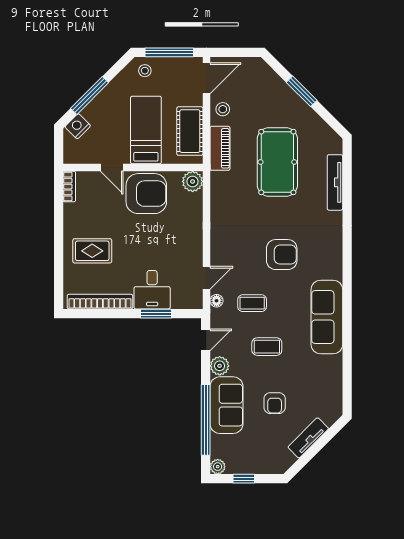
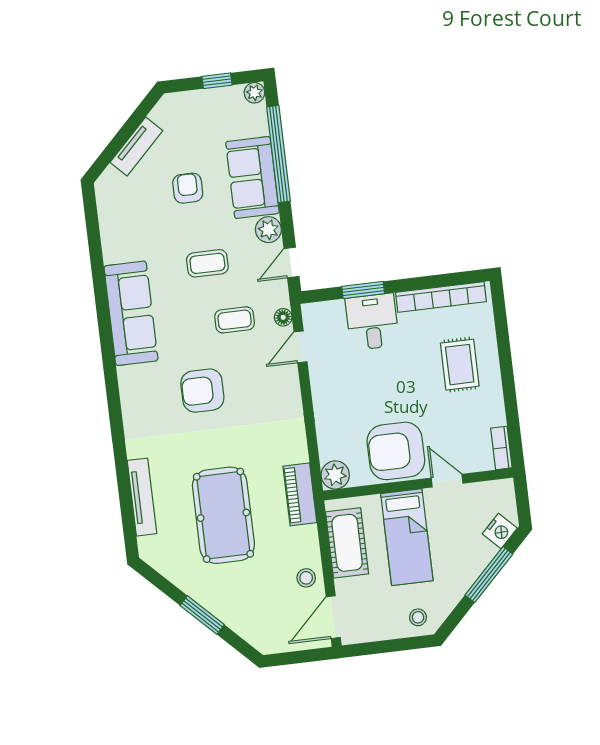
window: (169, 52) -> (388, 646), removed
piano: (220, 148) -> (300, 494), moved
rug: (92, 251) -> (460, 365), turned 90

